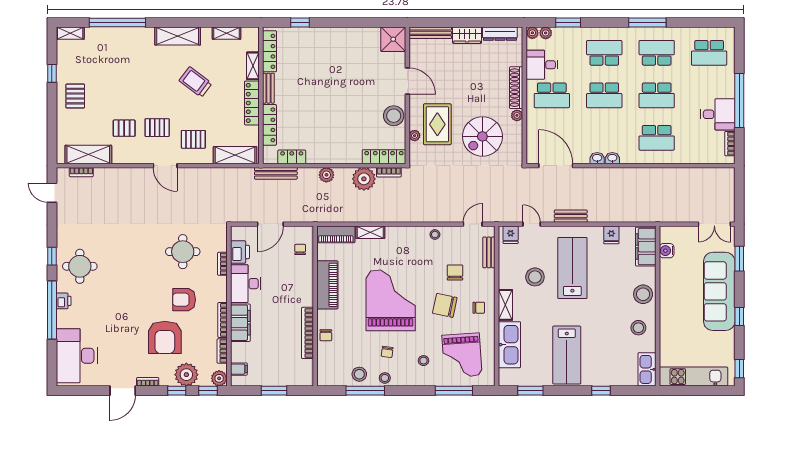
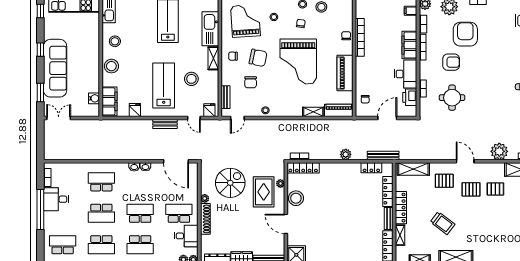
school desk: (657, 95) -> (101, 213), turned 180
plant: (364, 179) -> (499, 151), moved
lab bench: (572, 268) -> (164, 86), turned 180

